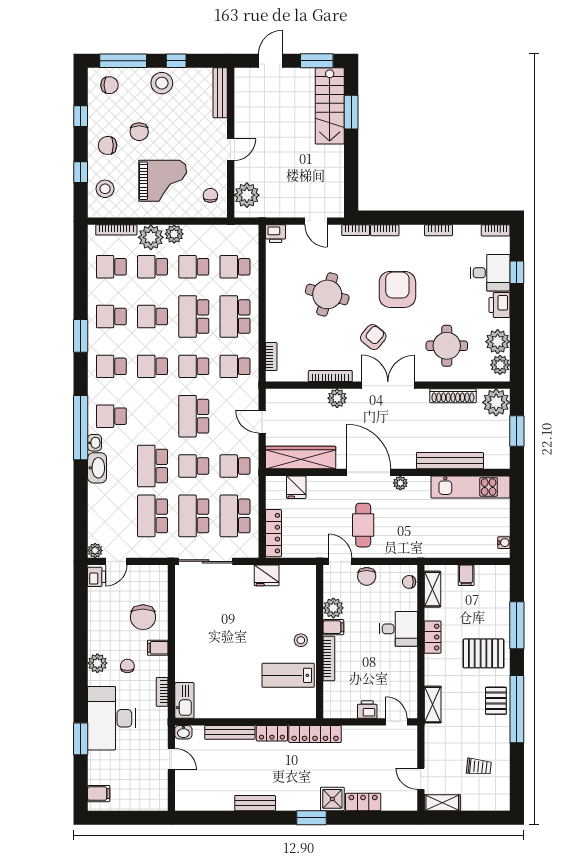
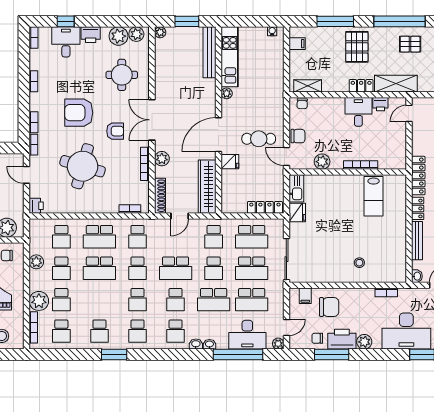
door: (316, 221) -> (27, 175), swing flipped
plant: (174, 234) -> (36, 262), moved
round table: (327, 294) -> (83, 166), width x1.36, depth x1.36
school desk: (153, 317) -> (176, 300), moved
armchair: (373, 337) -> (115, 131), turned 141
shoe rack: (453, 396) -> (160, 196), moved
plant: (496, 402) -> (160, 32), width x0.53, depth x0.53
window: (81, 428) -> (238, 355), moved
bench: (450, 461) -> (209, 52), moved
washbasin: (97, 468) -> (209, 344), width x0.52, depth x0.69
plant: (400, 483) -> (227, 93), moved
fridge: (296, 487) -> (230, 162), moved
desk: (107, 510) -> (247, 335), added
door: (116, 561) -> (286, 327), hinge flipped
door: (340, 561) -> (286, 156), hinge flipped
filing cabinet: (466, 575) -> (297, 44), moved
printer: (97, 577) -> (342, 339), moved, width x1.87, depth x1.48
window: (81, 621) -> (332, 355), added
filing cabinet: (333, 627) -> (337, 162), removed
desk: (398, 629) -> (358, 112), moved
locker: (433, 637) -> (361, 86), moved
stool: (301, 640) -> (359, 263), moved
filing cabinet: (158, 648) -> (305, 296), moved
chair: (127, 666) -> (317, 338), moved
kitchen sink: (184, 700) -> (296, 188), moved, turned 90
pallet: (496, 701) -> (410, 44), moved
shelving: (433, 705) -> (396, 84), width x1.50, depth x1.33
printer: (367, 709) -> (380, 104), moved, turned -90

